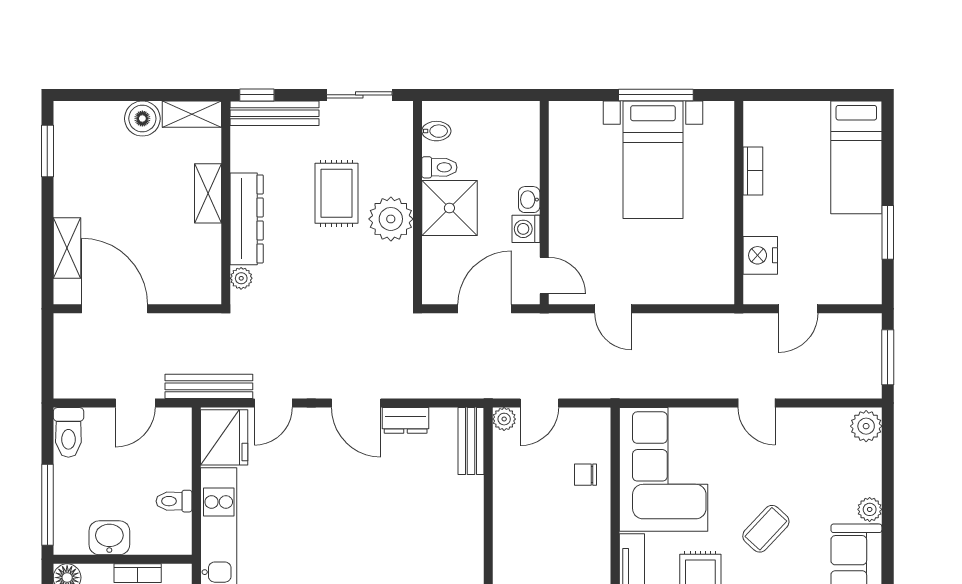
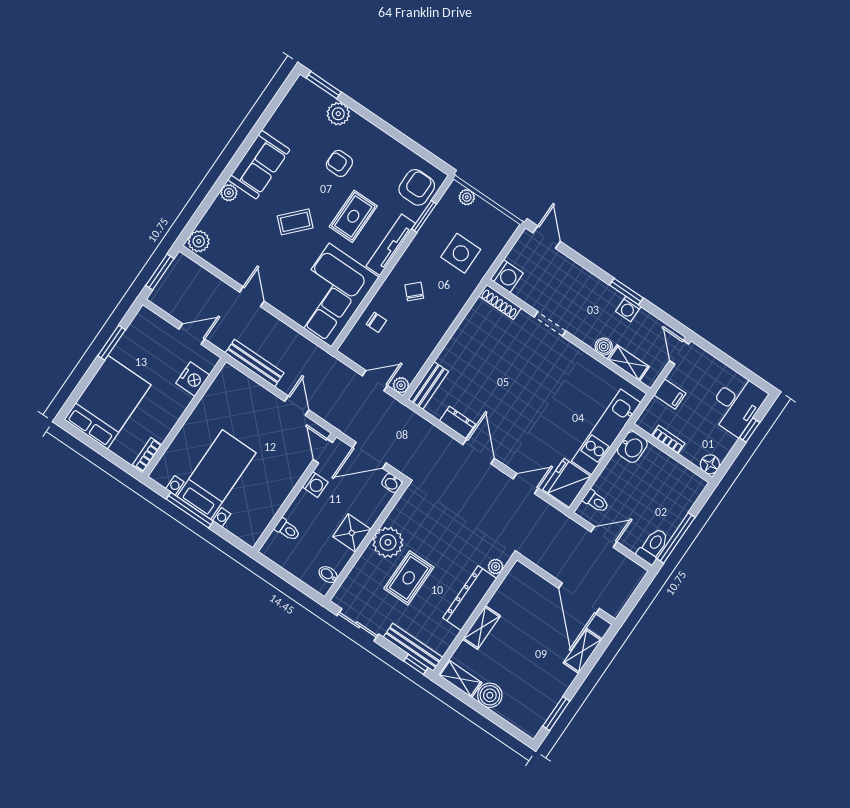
bed: (856, 157) -> (108, 402), width x1.50
toilet: (439, 167) -> (287, 530), moved, turned 180
bookcase: (753, 171) -> (147, 455), moved
washbasin: (529, 200) -> (392, 483), moved, turned 90
shower: (449, 208) -> (352, 533), width x0.73, depth x0.73
bench: (209, 386) -> (255, 363), moved
toilet: (174, 501) -> (596, 501), moved
window: (47, 505) -> (676, 538), moved
washbasin: (109, 538) -> (632, 447), moved, turned -90
chair: (565, 543) -> (414, 291), added

